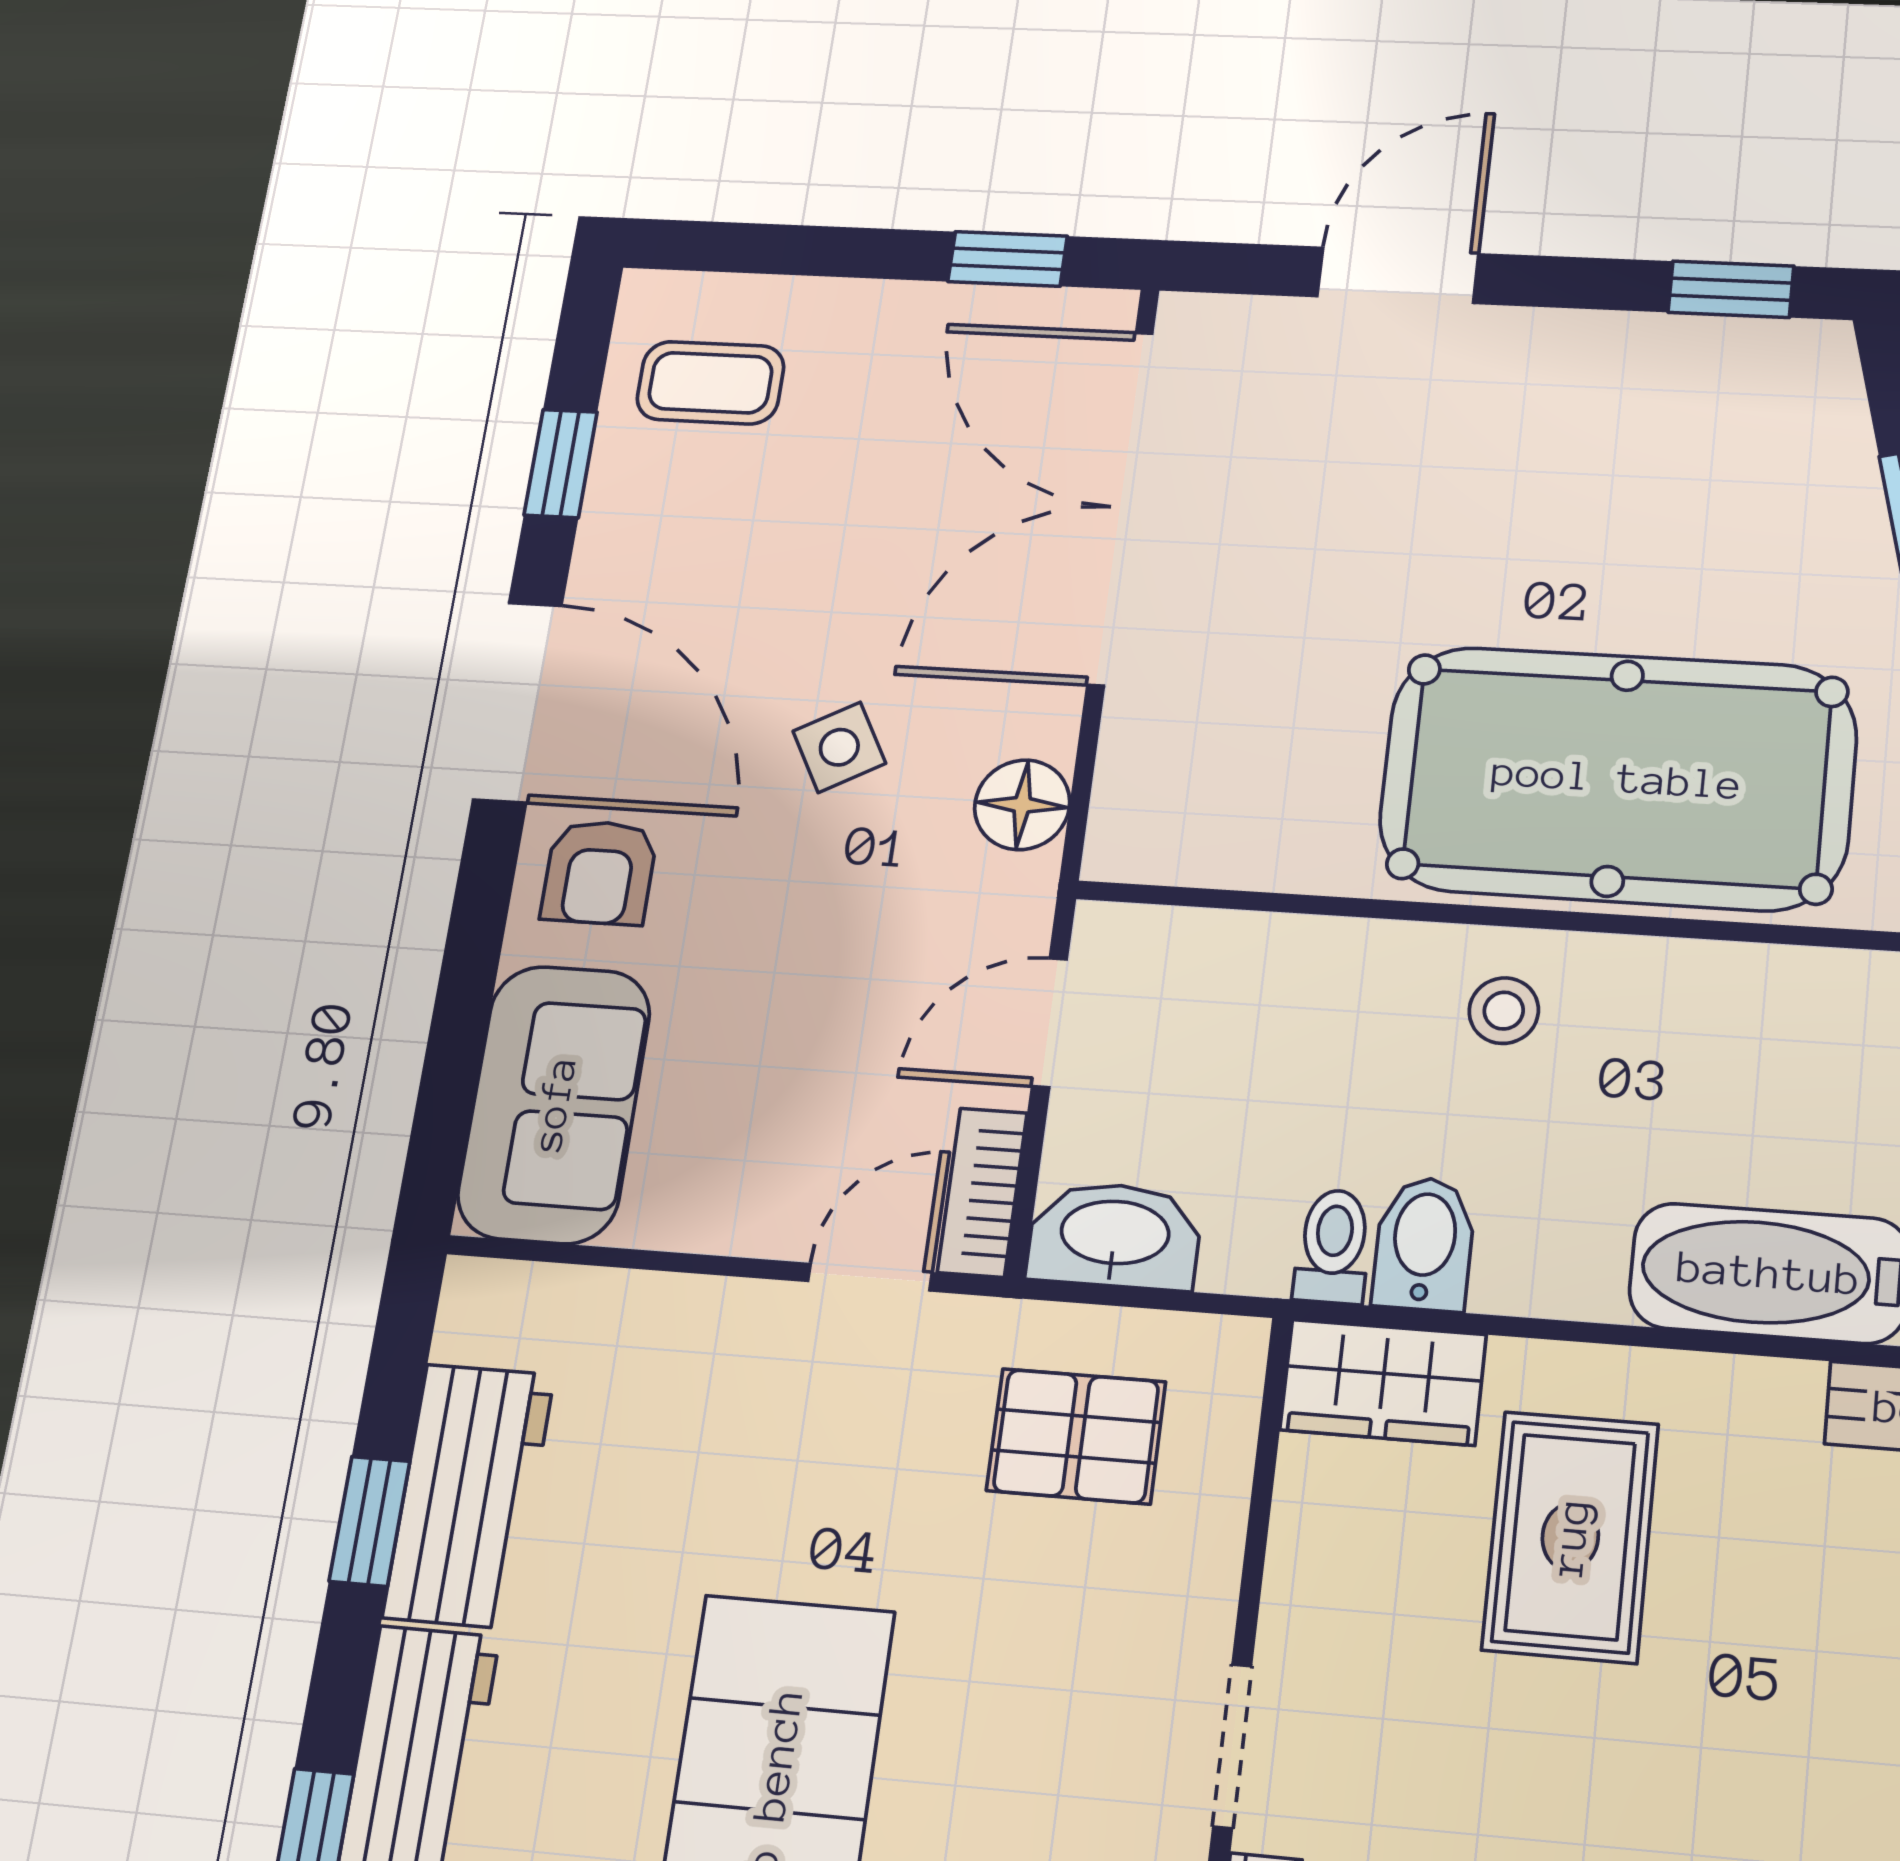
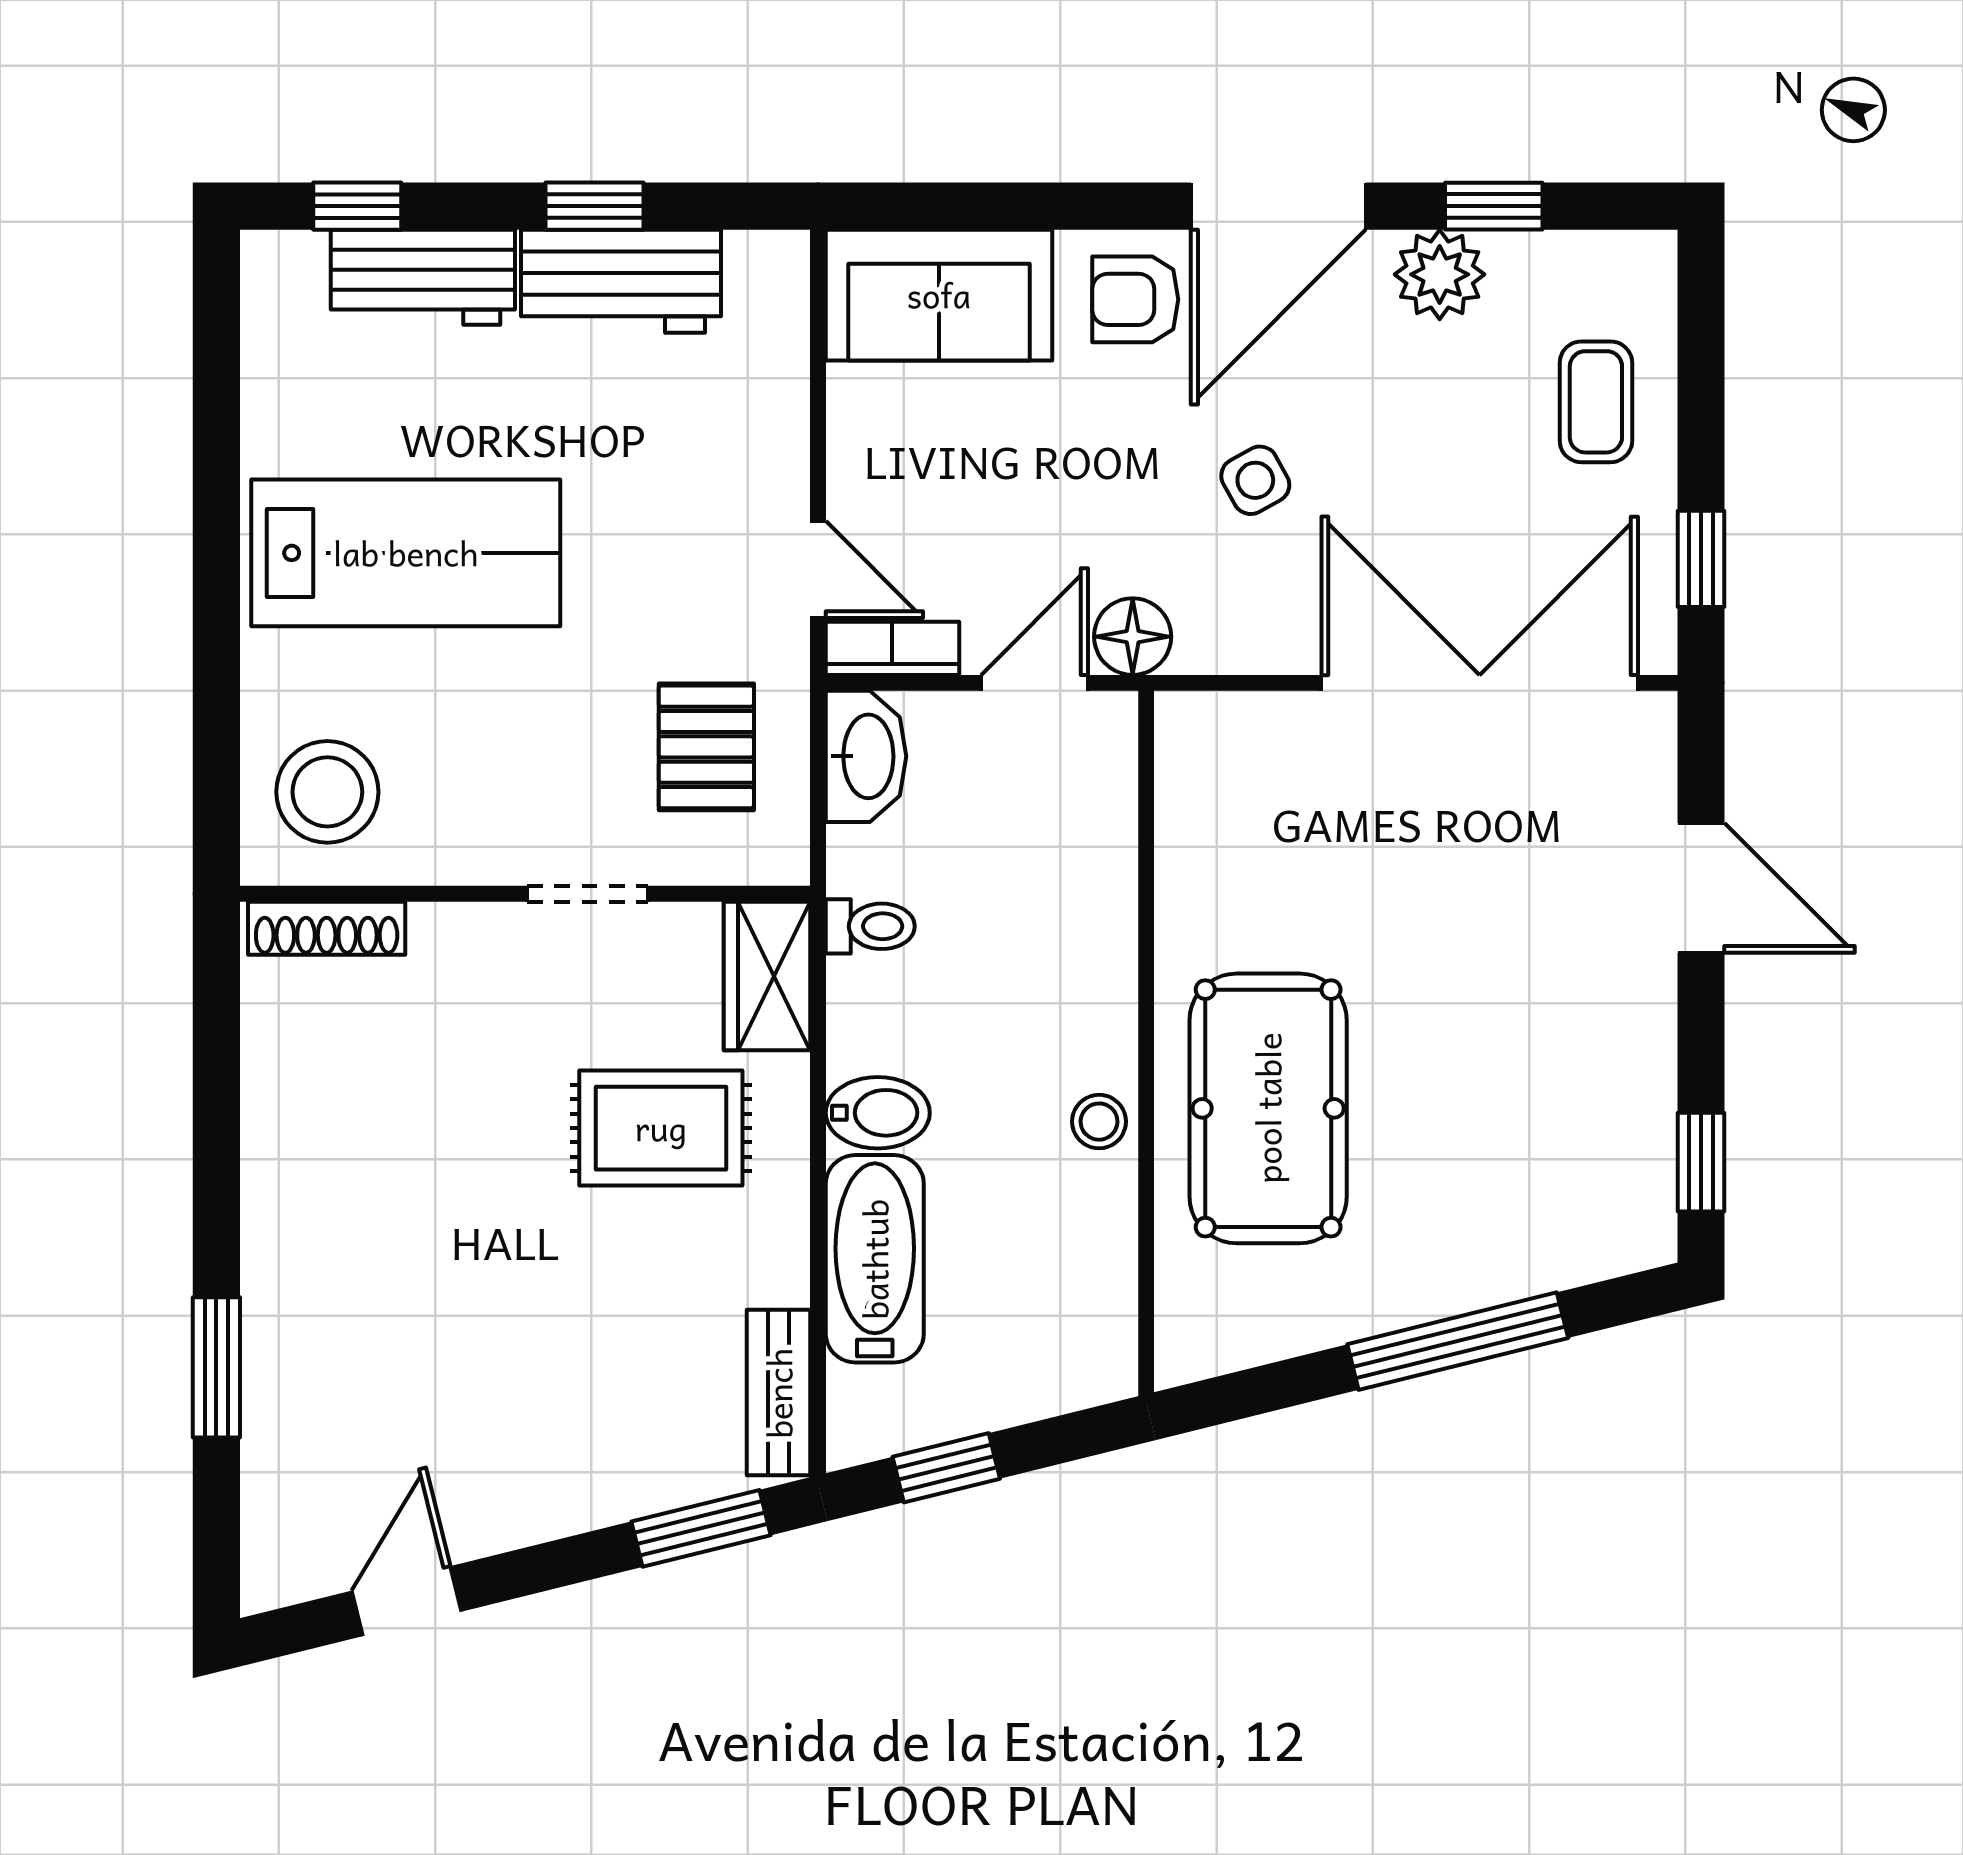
coffee table: (710, 383) -> (1596, 402), moved
plant: (630, 527) -> (1440, 274), added
pool table: (1617, 778) -> (1268, 1108), width x0.73, depth x0.76
floor lamp: (1022, 805) -> (1133, 637), moved
stool: (1504, 1011) -> (1099, 1122), moved
door: (1050, 1023) -> (1034, 683), hinge flipped
bidet: (1424, 1244) -> (878, 1113), moved
doorway: (1232, 1746) -> (587, 894), moved

